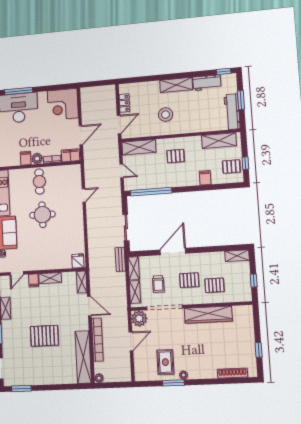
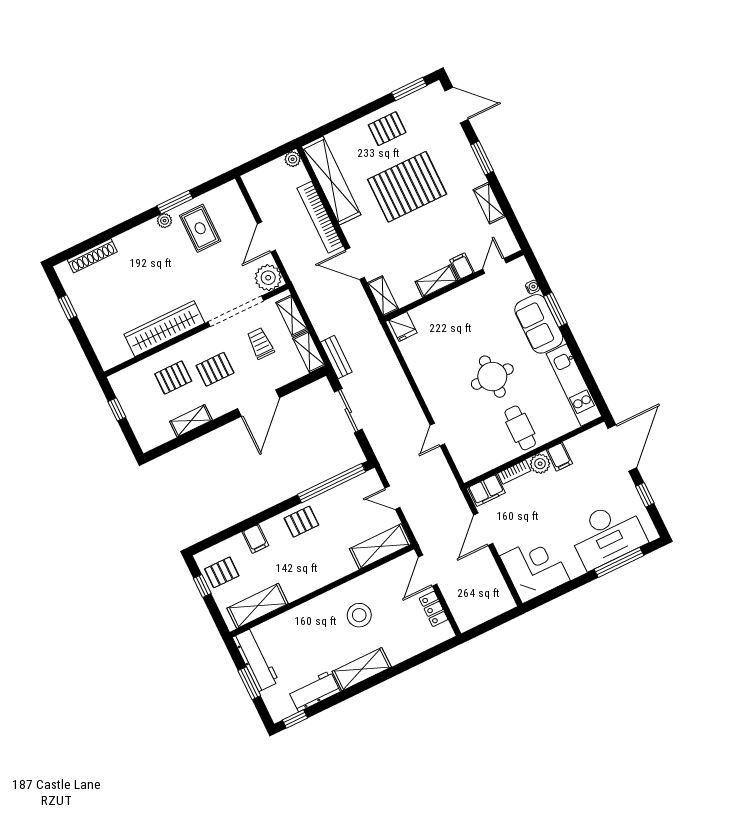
pallet: (176, 156) -> (301, 522), moved
shelving: (237, 256) -> (191, 421), moved
pallet: (44, 336) -> (407, 187), width x1.37, depth x1.41
pallet: (42, 372) -> (387, 129), added

